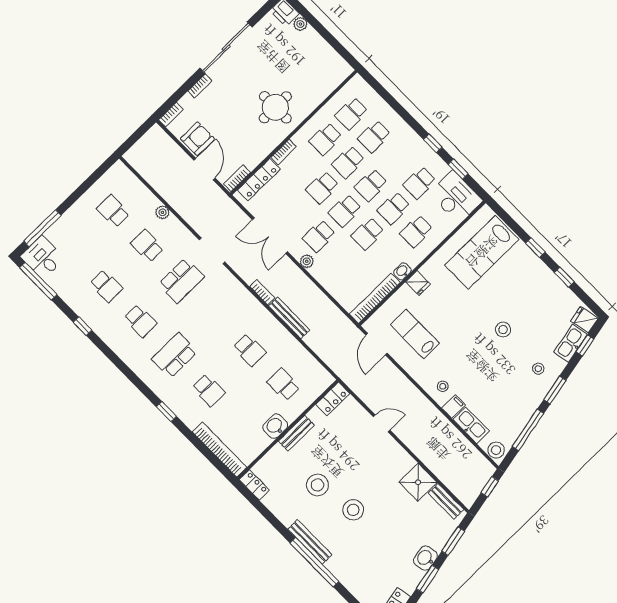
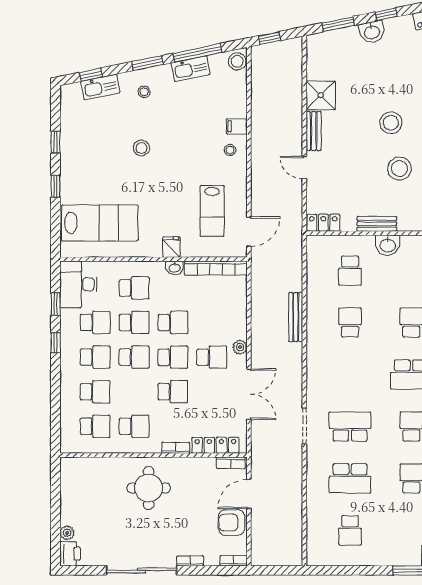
school desk: (348, 162) -> (95, 357), moved
plant: (162, 212) -> (313, 493), removed
school desk: (147, 246) -> (350, 478), width x1.85
bookcase: (262, 292) -> (297, 357), removed
fridge: (584, 320) -> (72, 95), removed
kitchen sink: (471, 425) -> (191, 68), moved, turned -102
bench: (446, 501) -> (314, 131), moved
window: (427, 579) -> (386, 14), width x0.67

